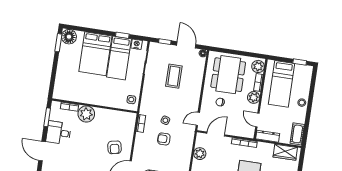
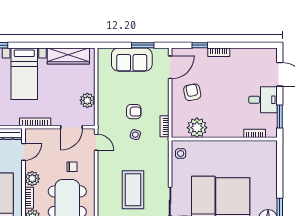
coffee table: (174, 76) -> (133, 190), width x1.36, depth x1.32
plant: (86, 114) -> (197, 128), moved
door: (198, 119) -> (96, 142), hinge flipped
door: (257, 120) -> (23, 152), hinge flipped

